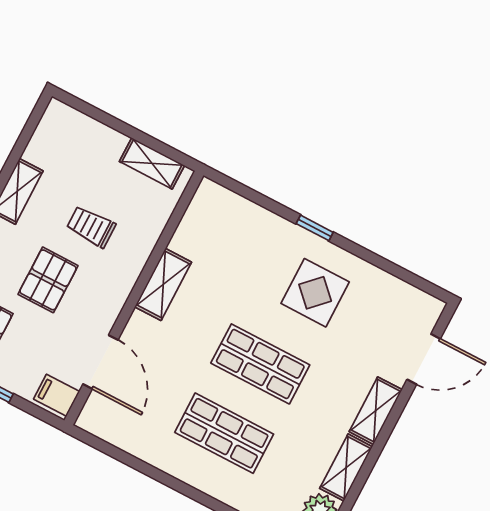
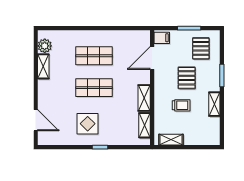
door: (424, 359) -> (36, 120), swing flipped
door: (100, 362) -> (152, 58), hinge flipped
shelving: (376, 411) -> (144, 125), moved

